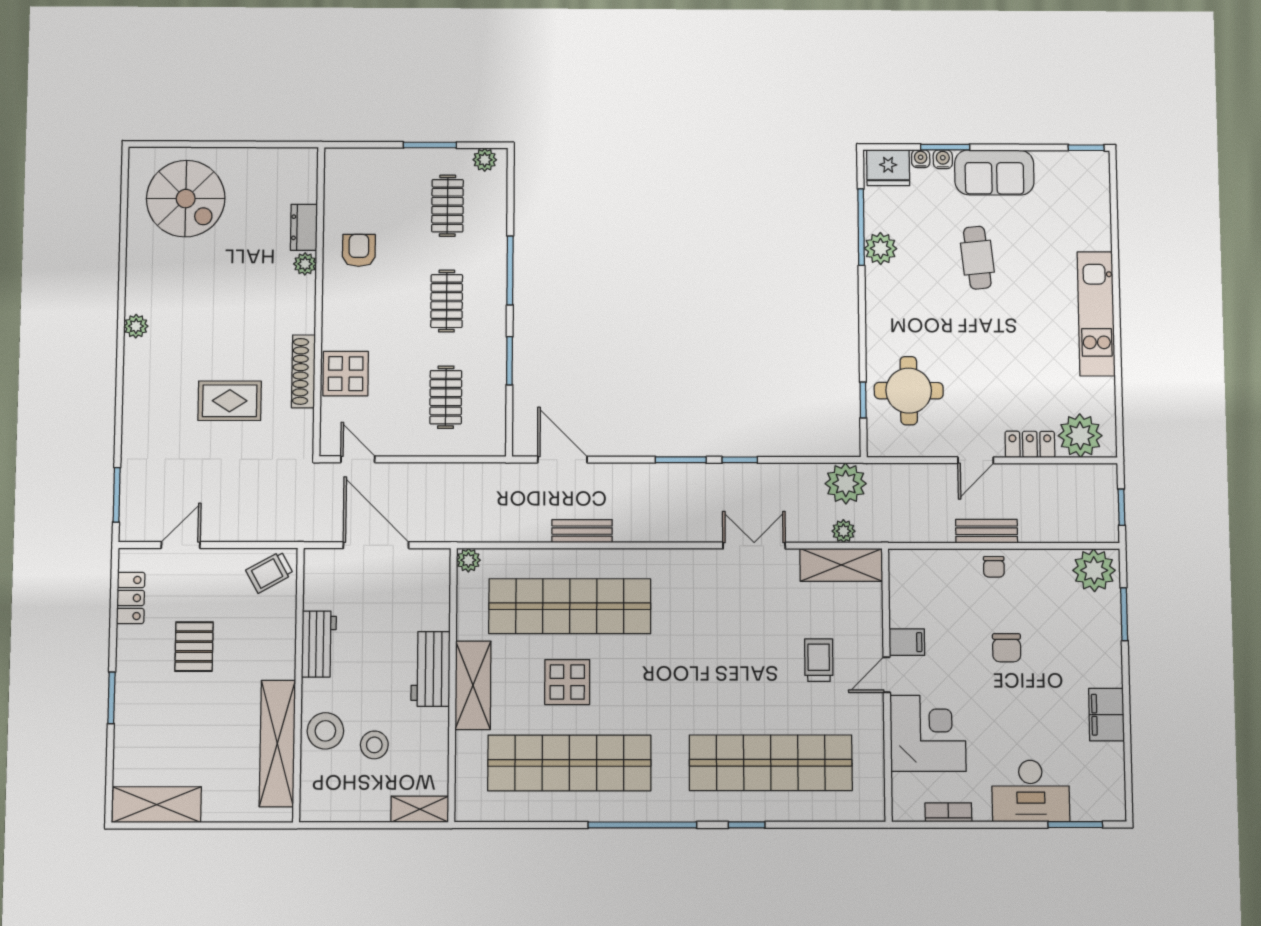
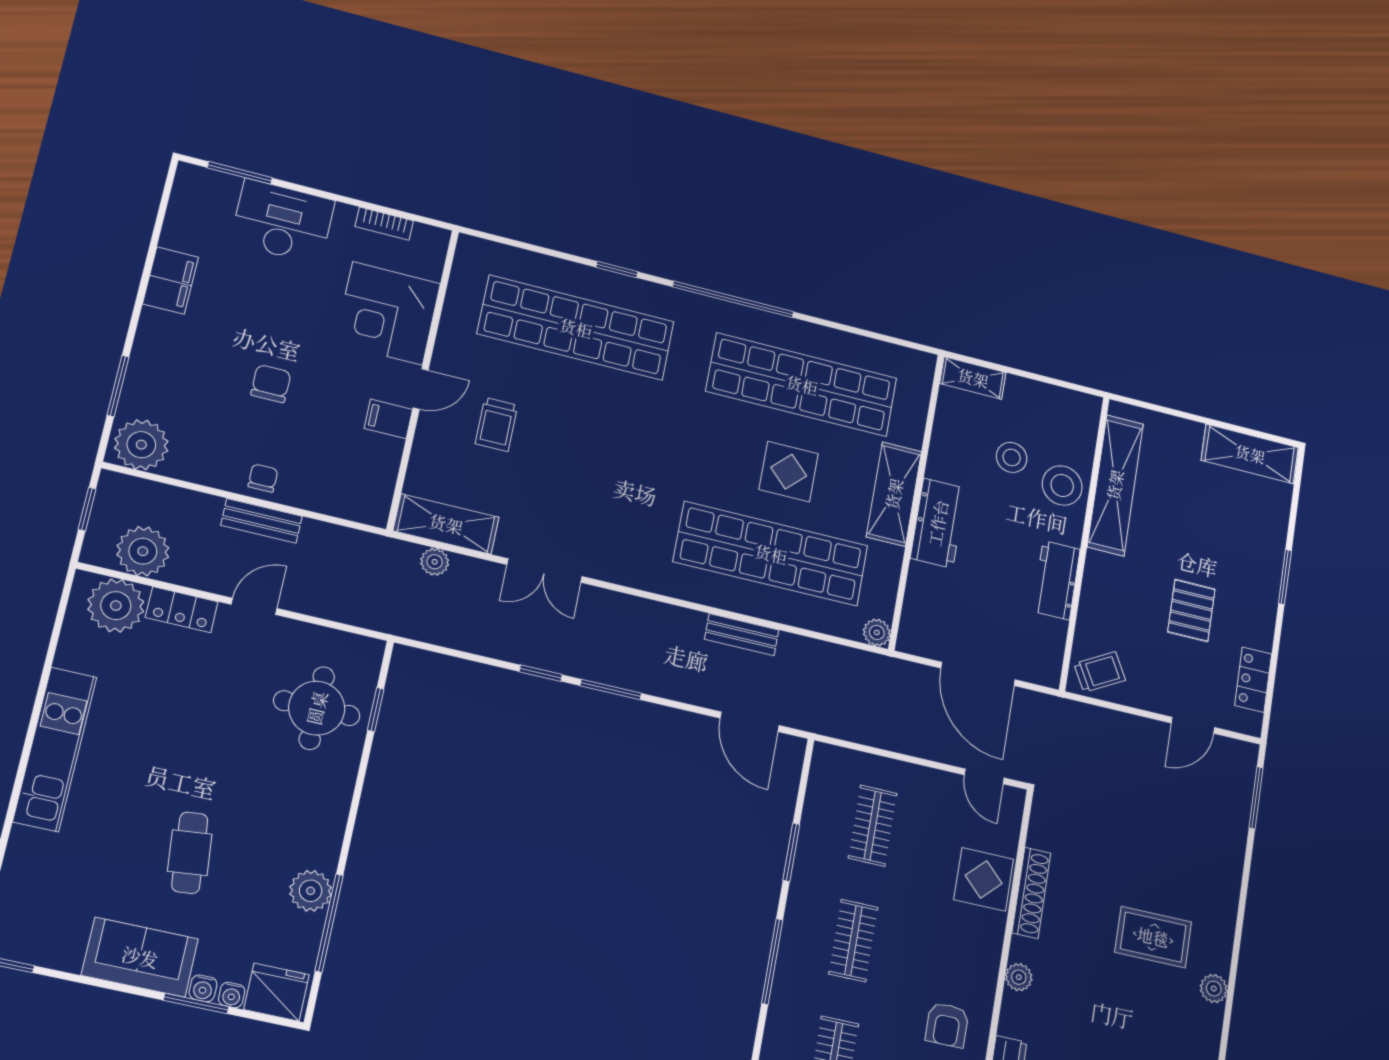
plant: (305, 264) -> (1019, 977), moved
rug: (230, 401) -> (1153, 937), moved
plant: (846, 484) -> (143, 551), moved

